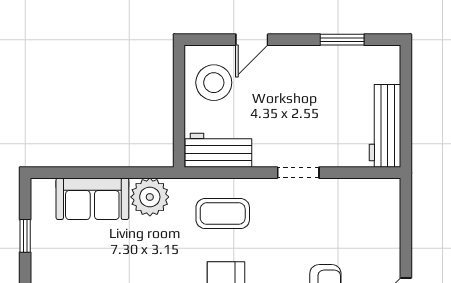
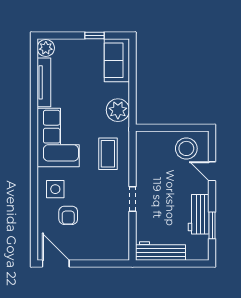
workbench: (218, 150) -> (199, 214), moved, turned 180
sofa: (92, 199) -> (117, 60), moved

